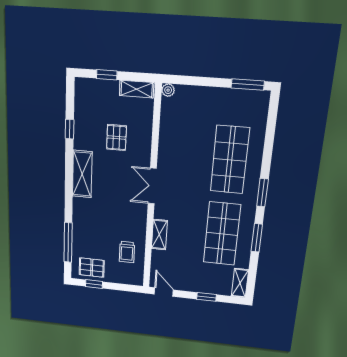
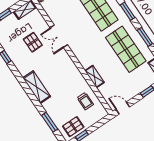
shelving: (82, 174) -> (37, 87), moved
double door: (152, 186) -> (59, 36), moved
window: (68, 242) -> (50, 122), width x0.69

